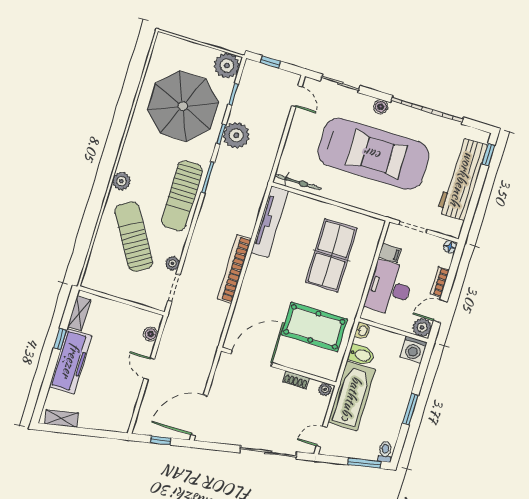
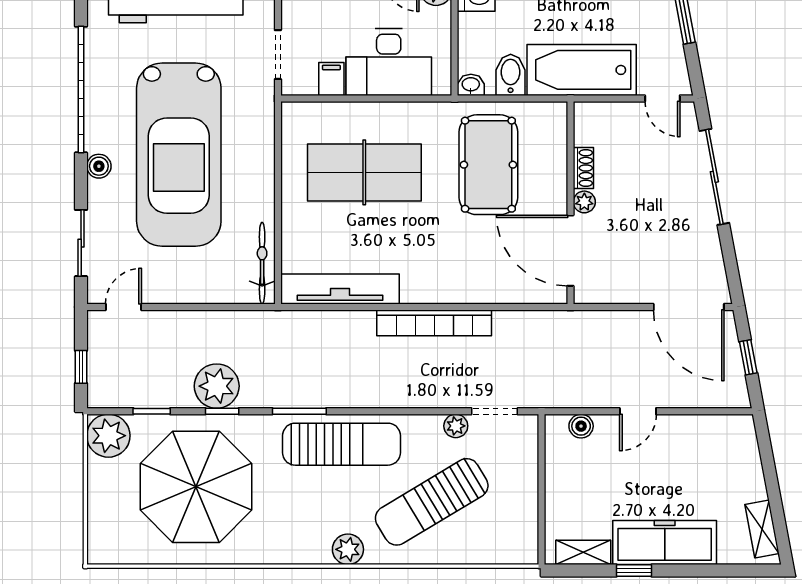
car: (373, 154) -> (179, 155), turned 180
plant: (325, 389) -> (584, 202), moved

